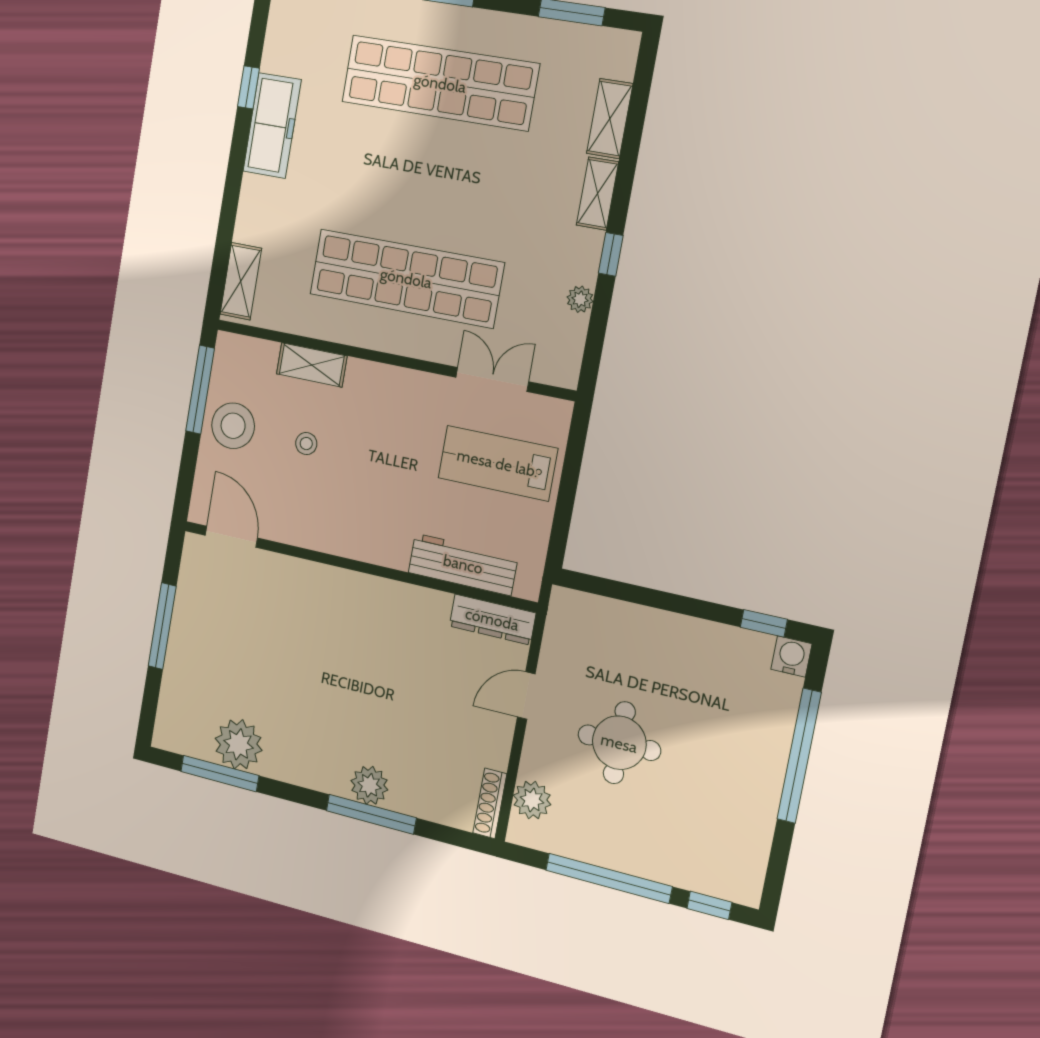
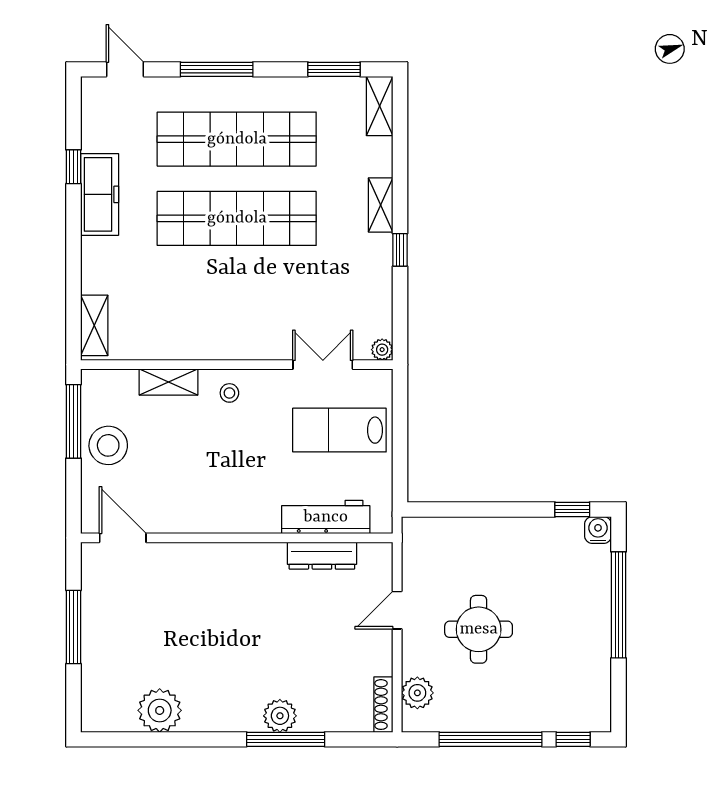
shelving: (610, 119) -> (380, 106), moved
shop shelf: (406, 278) -> (237, 218), moved
plant: (580, 299) -> (382, 350), moved
stool: (306, 444) -> (229, 393), moved
dresser: (492, 619) -> (322, 556), moved
window: (220, 773) -> (147, 739), removed

